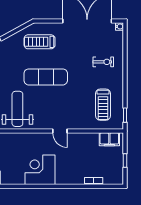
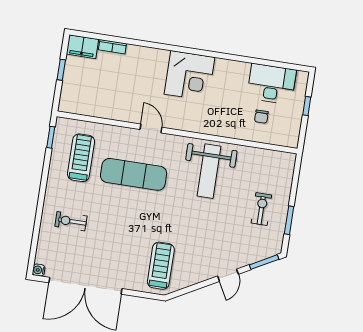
treadmill: (40, 42) -> (161, 266), turned -90
exercise mat: (46, 77) -> (134, 174), moved
filing cabinet: (109, 139) -> (82, 47), moved, turned 180

